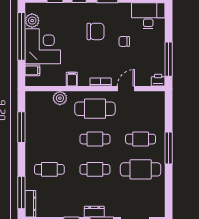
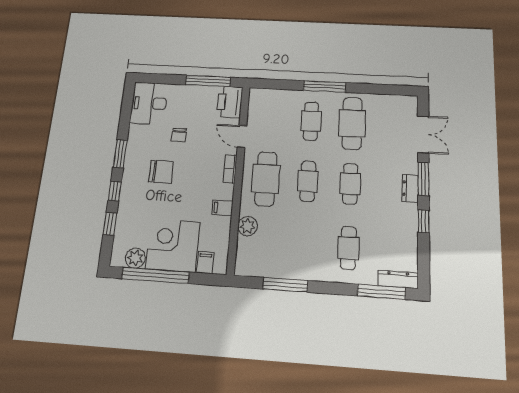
chair: (95, 31) -> (161, 172), turned 90
printer: (158, 80) -> (230, 102), width x1.87, depth x1.48

